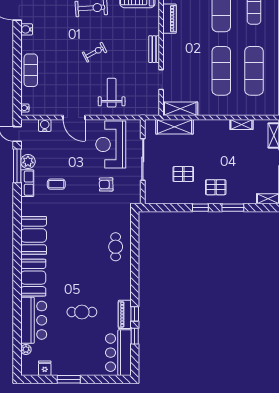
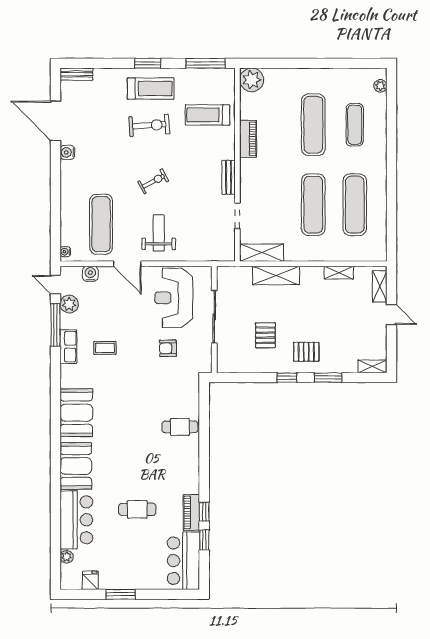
exercise mat: (31, 70) -> (101, 224), moved, width x1.36, depth x1.45
weight bench: (112, 93) -> (159, 233), moved
shelving: (175, 127) -> (276, 275), moved
plant: (28, 162) -> (69, 304), moved
pallet: (183, 174) -> (265, 335), turned 90
cafe table: (116, 247) -> (180, 427), turned 90

